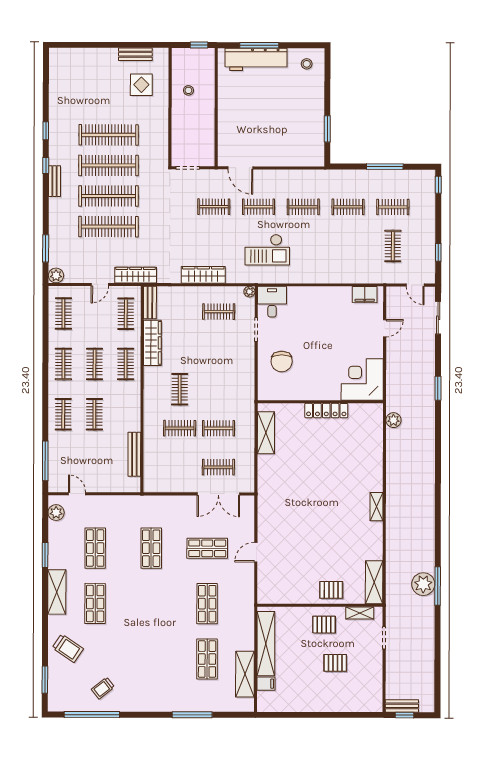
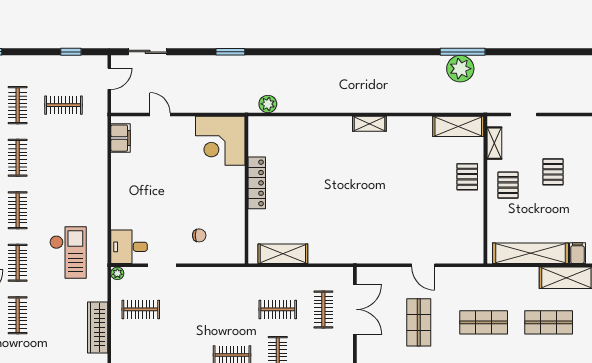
clothes rail: (219, 312) -> (141, 309), turned 90
chair: (282, 361) -> (199, 235), width x0.54, depth x0.54
clothes rail: (218, 428) -> (278, 309), turned 90

